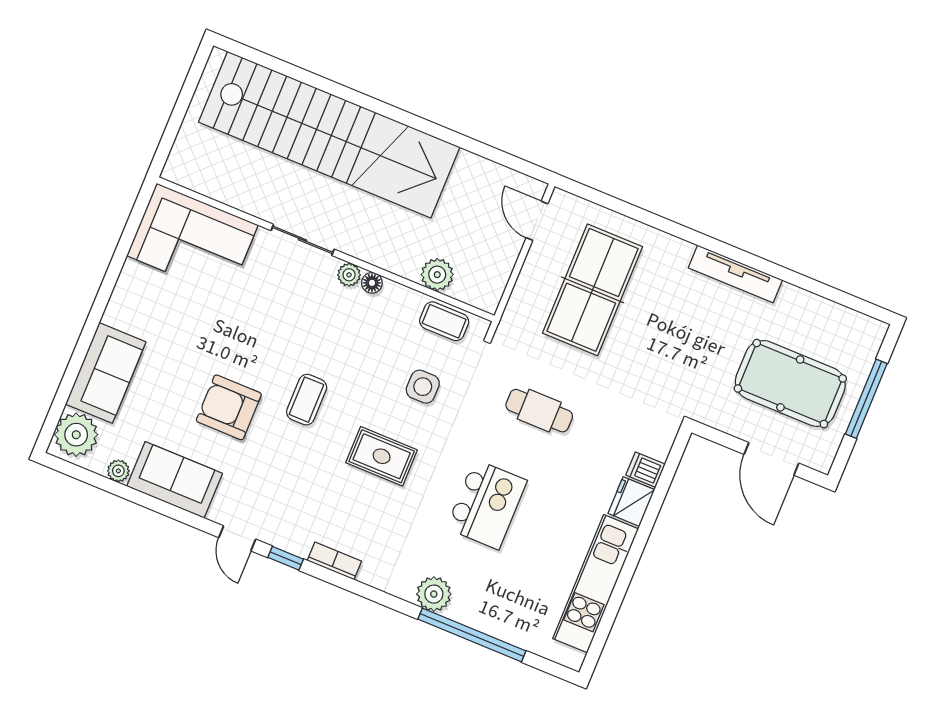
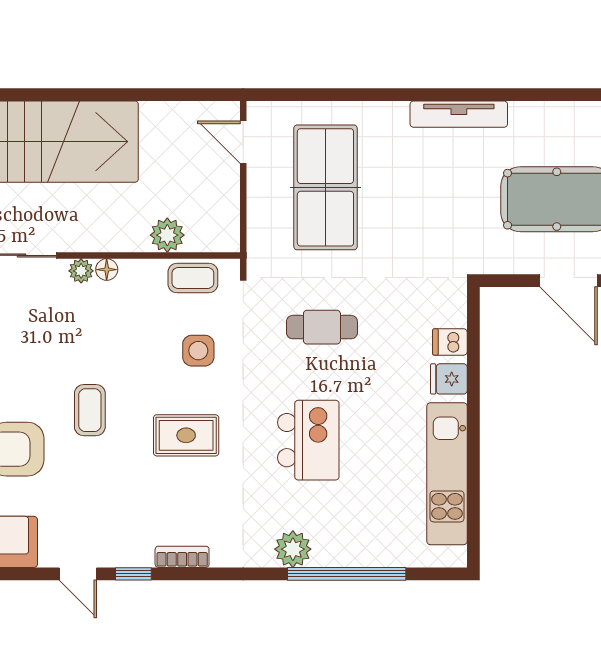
fridge: (631, 502) -> (449, 379), width x0.72

